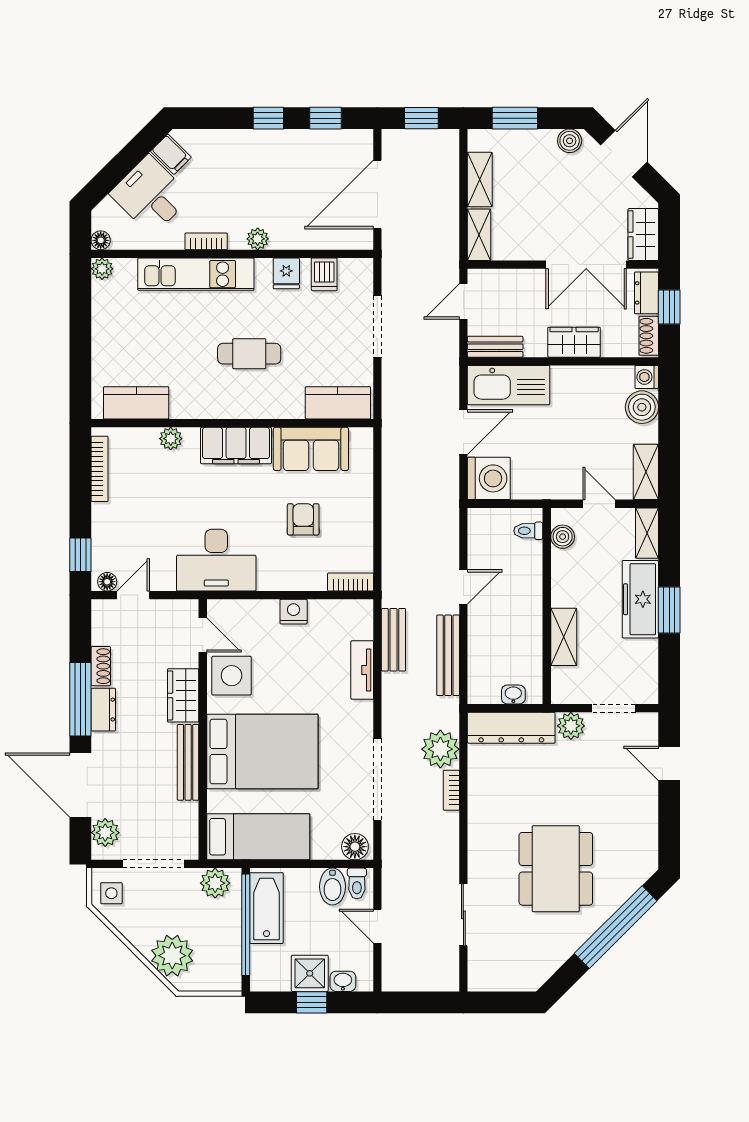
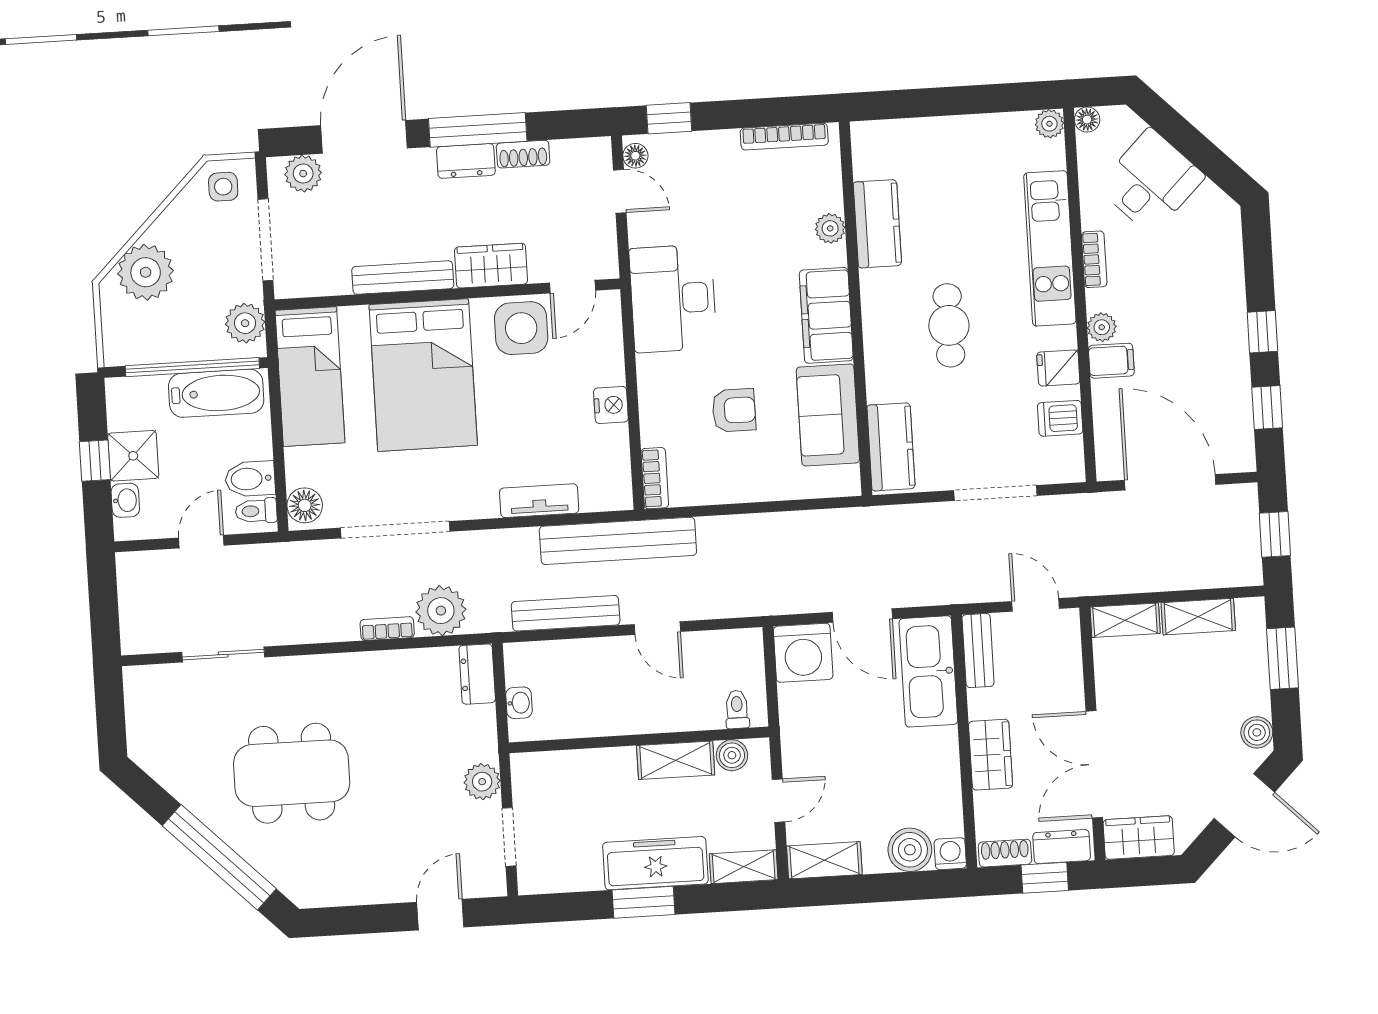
filing cabinet: (171, 154) -> (1111, 361), moved, turned -135
kitchen counter: (136, 403) -> (877, 224), moved
shelving: (564, 637) -> (676, 760), moved
bench: (393, 640) -> (618, 541), width x1.86, depth x1.21
dresser: (511, 728) -> (477, 674), width x0.51, depth x0.80

